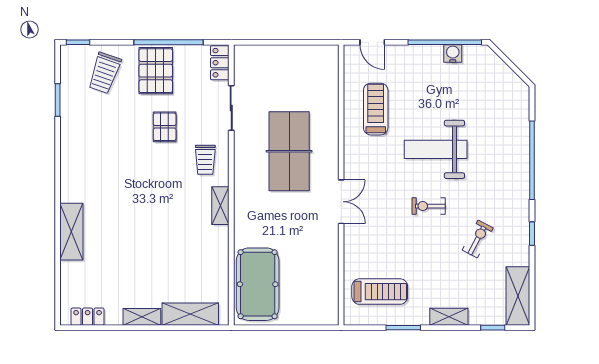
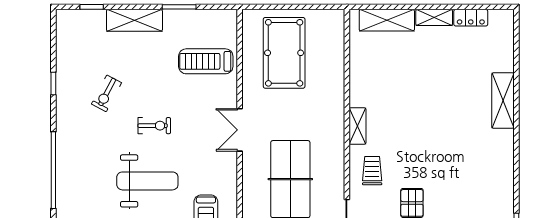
window: (532, 234) -> (53, 83), moved
pool table: (258, 284) -> (284, 53), moved
treadmill: (380, 292) -> (206, 61), moved
shelving: (518, 296) -> (67, 38), removed
locker: (88, 317) -> (471, 18), moved
shelving: (449, 317) -> (134, 20), width x1.50, depth x1.33

